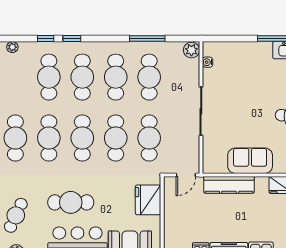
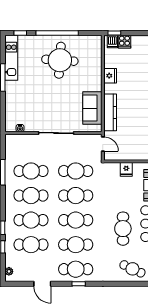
plant: (191, 50) -> (11, 140), removed
sofa: (250, 161) -> (92, 108), moved
fridge: (148, 200) -> (126, 169), width x0.53, depth x0.75

